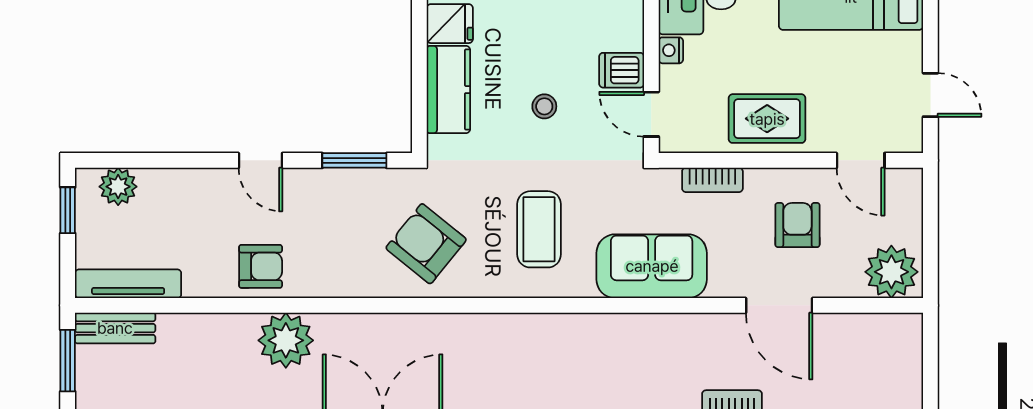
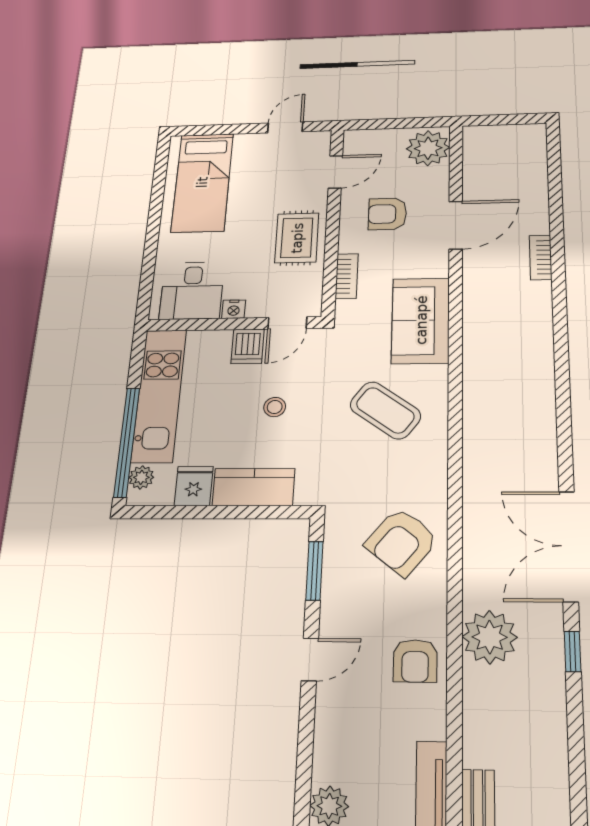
coffee table: (539, 229) -> (385, 410), turned 36
armchair: (426, 244) -> (402, 542), moved
armchair: (261, 266) -> (415, 661), turned 180

